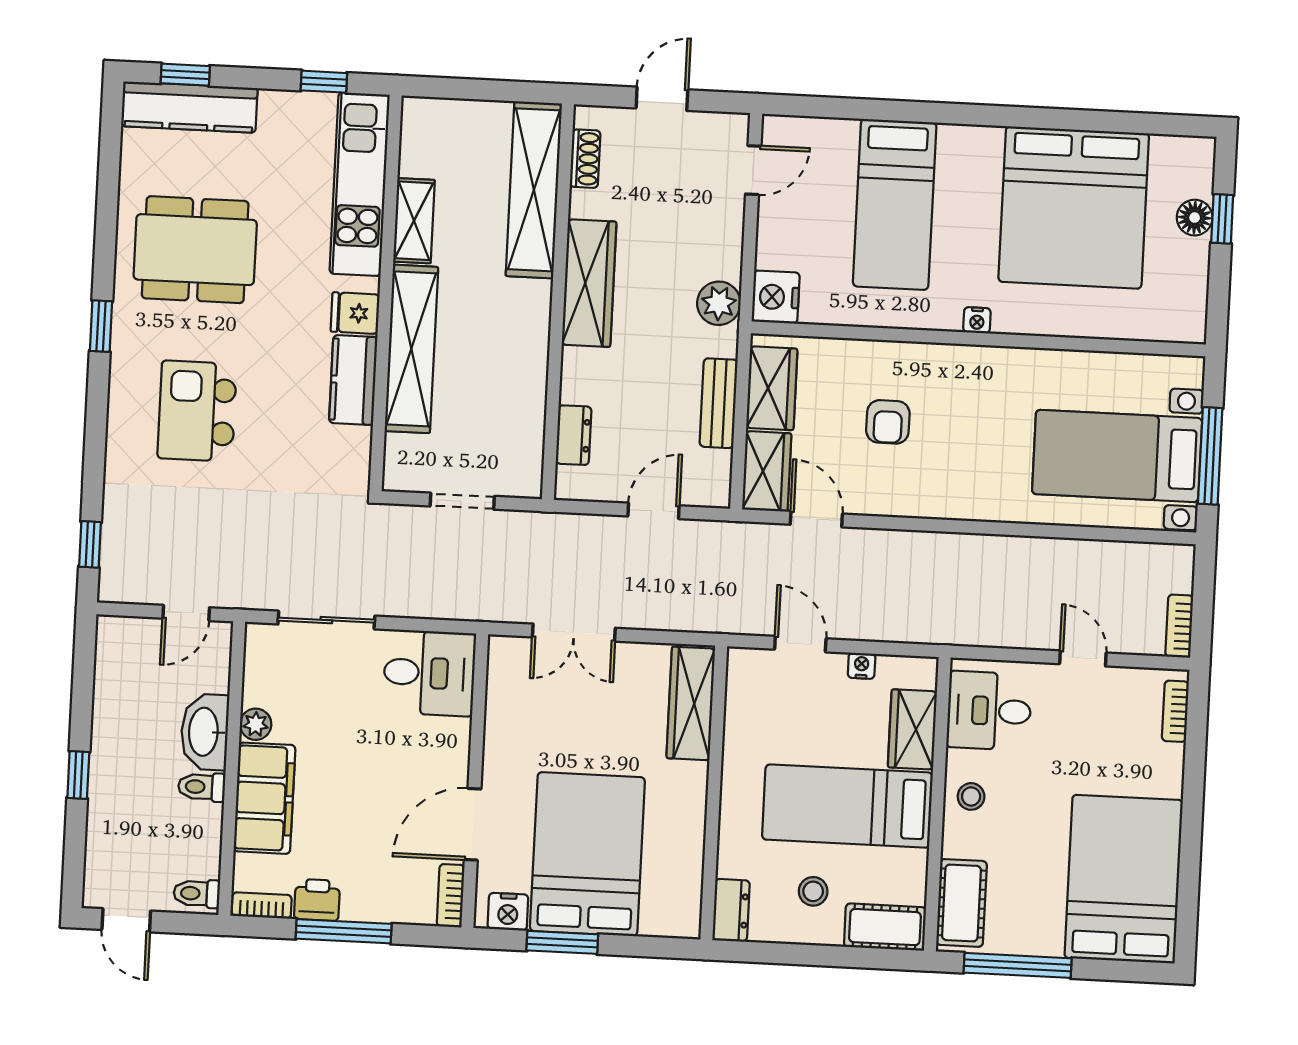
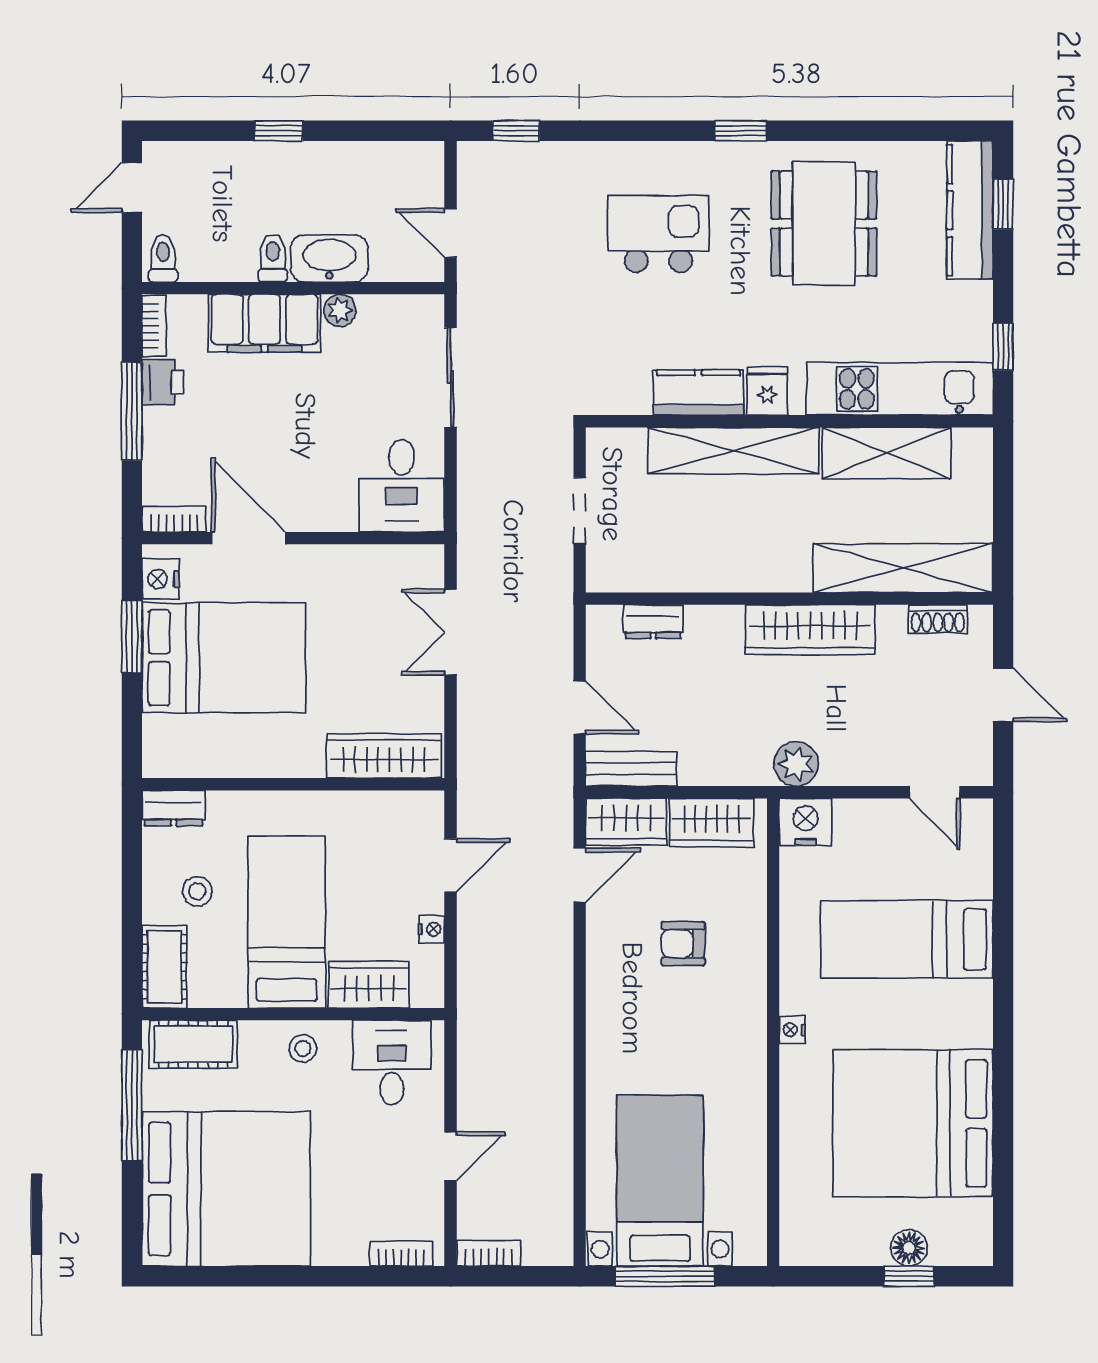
shelving: (414, 221) -> (887, 453), width x1.50, depth x1.33
bench: (719, 403) -> (631, 769), moved
bed: (1124, 879) -> (226, 1189), width x1.36

